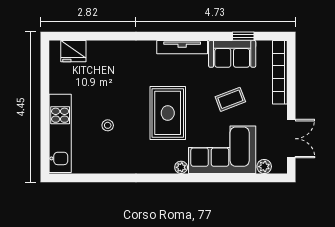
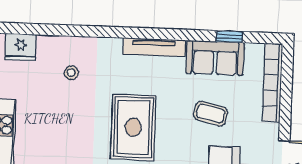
coffee table: (230, 99) -> (211, 113), turned 34
stool: (108, 125) -> (71, 73), moved

